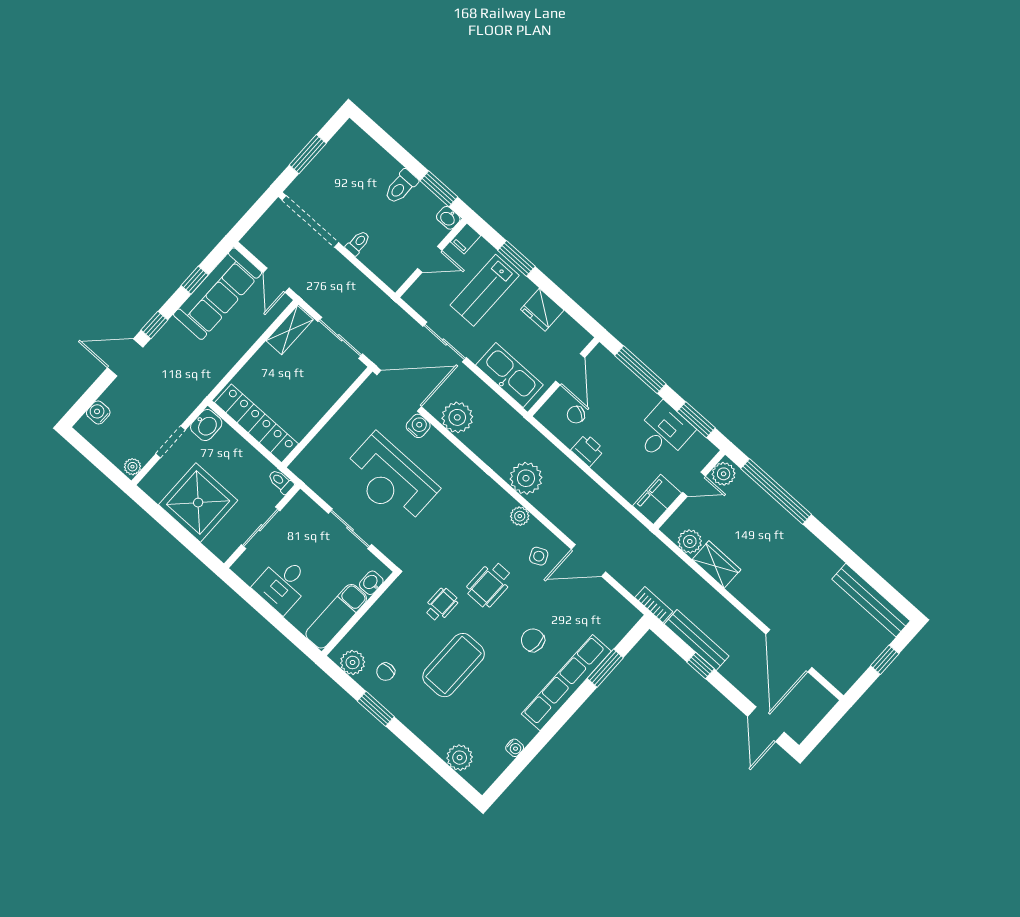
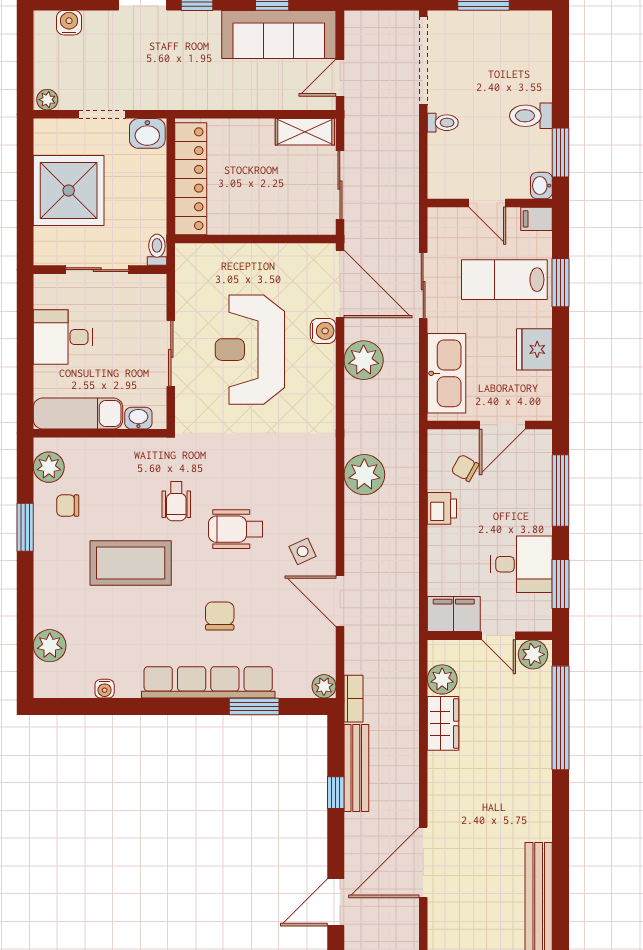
plant: (520, 516) -> (324, 686), moved
wheelchair: (441, 605) -> (176, 501), turned 90

